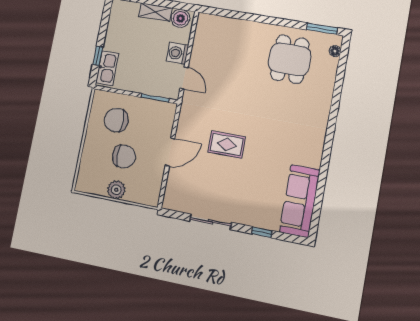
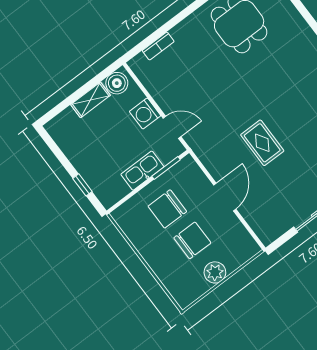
bookcase: (228, 22) -> (158, 46), added
kitchen sink: (107, 68) -> (142, 171), moved, turned -90
chair: (116, 120) -> (167, 209), moved
rug: (227, 144) -> (262, 143), turned 90

